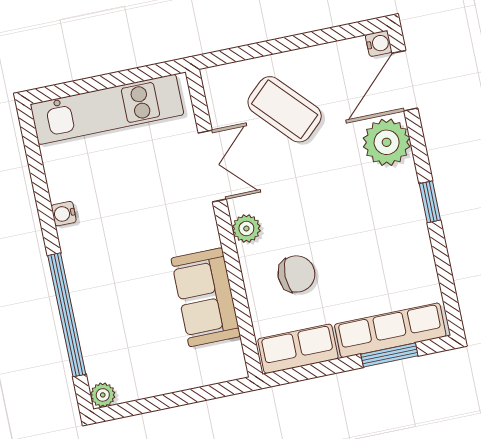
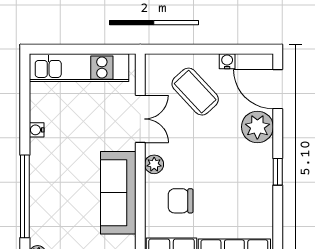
water cooler: (379, 43) -> (227, 61), moved, turned -90
door: (405, 81) -> (278, 89), hinge flipped
chair: (296, 274) -> (181, 201), turned 180
sofa: (206, 297) -> (118, 193), width x1.36

